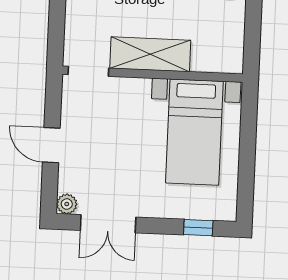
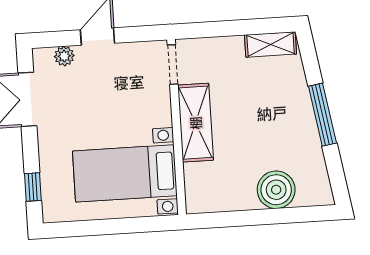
plant: (67, 204) -> (64, 56), moved

